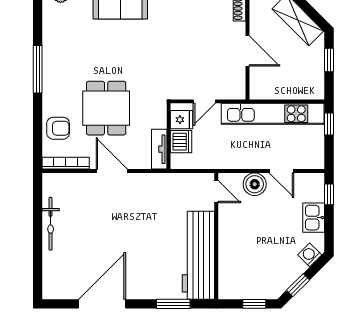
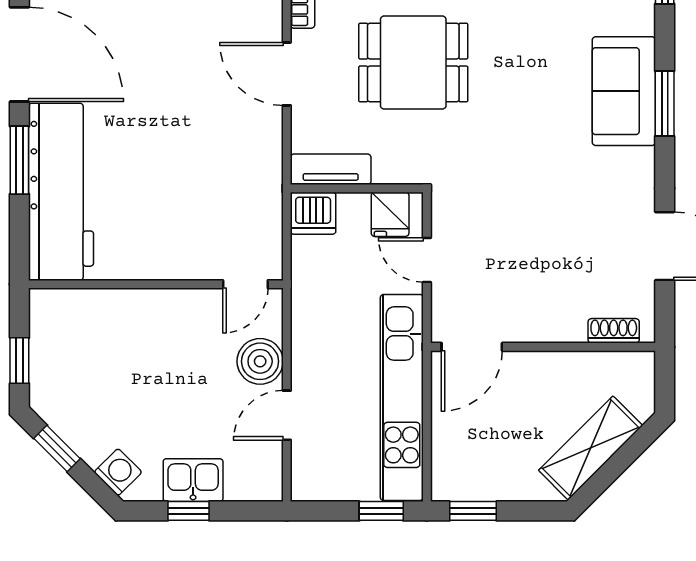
door: (247, 51) -> (472, 347), moved
window: (329, 60) -> (473, 511), moved
dishwasher: (181, 142) -> (313, 213), moved
door: (112, 171) -> (287, 74), swing flipped
window: (329, 194) -> (188, 511), moved
workbench: (198, 255) -> (61, 192), moved, turned 90
window: (173, 304) -> (19, 160), moved

